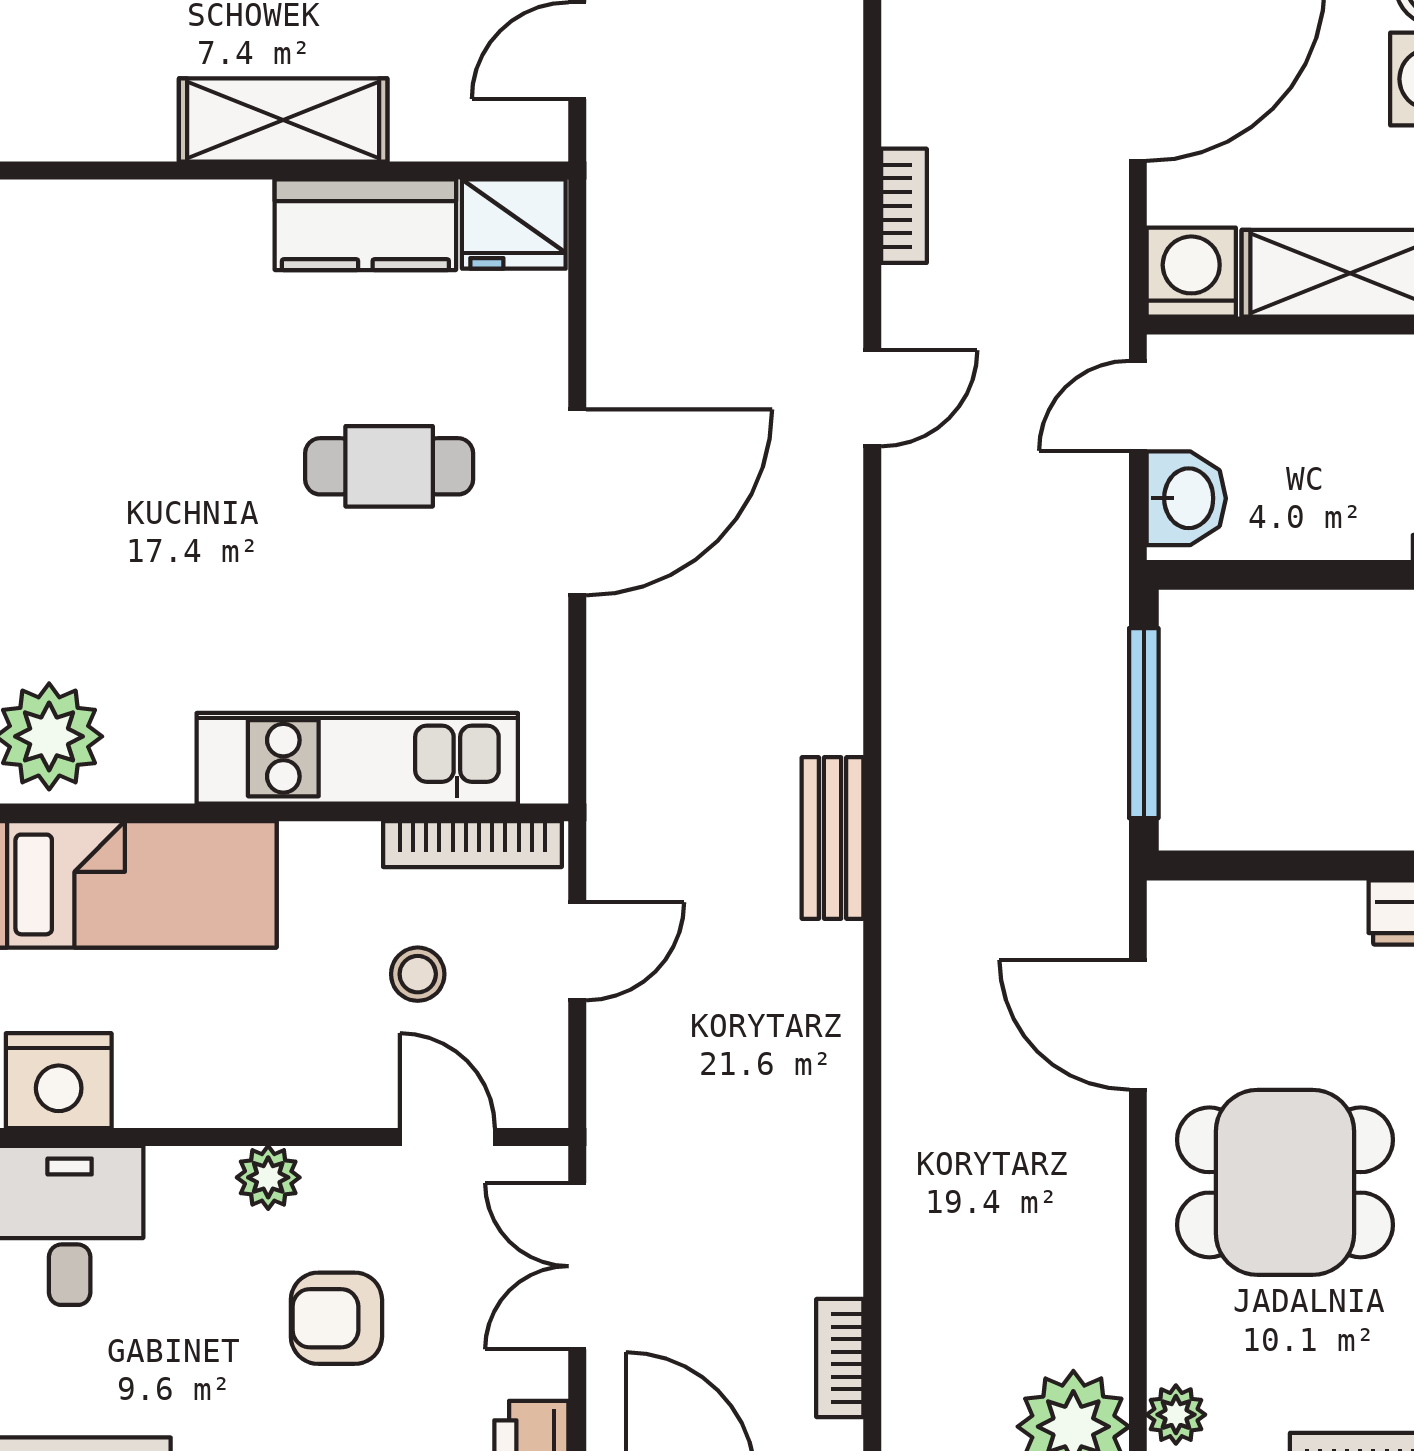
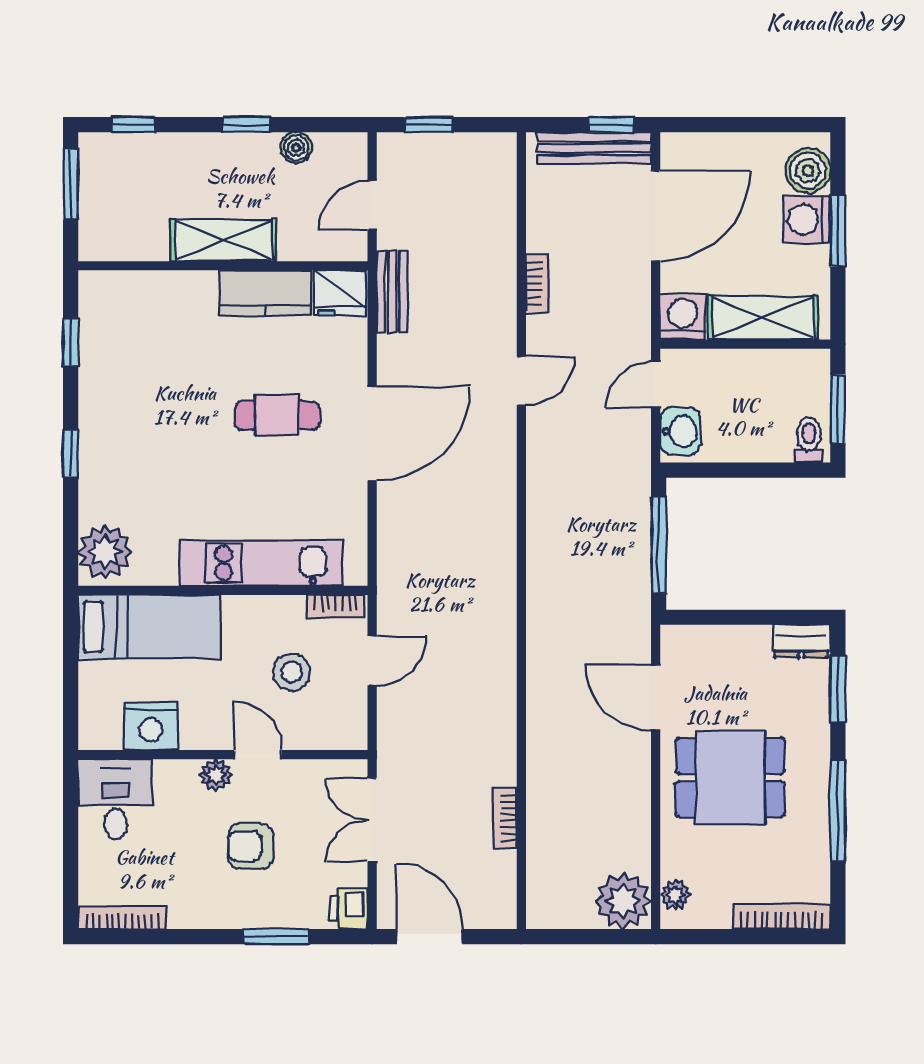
bench: (833, 838) -> (392, 292), moved
bookcase: (472, 844) -> (335, 606), width x0.64
stool: (418, 974) -> (291, 672), width x1.37, depth x1.37
nightstand: (59, 1081) -> (151, 726), moved
door: (447, 1137) -> (258, 755), moved
bookcase: (840, 1358) -> (505, 818), moved

